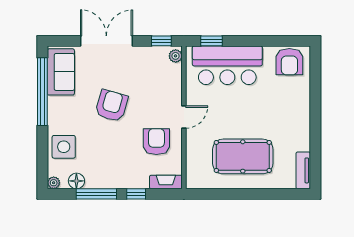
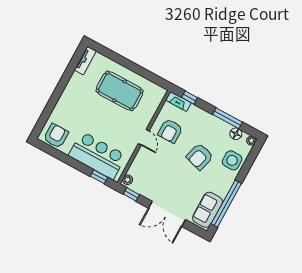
armchair: (112, 106) -> (200, 157), moved
door: (184, 117) -> (144, 137), swing flipped
window: (136, 194) -> (190, 98), moved

